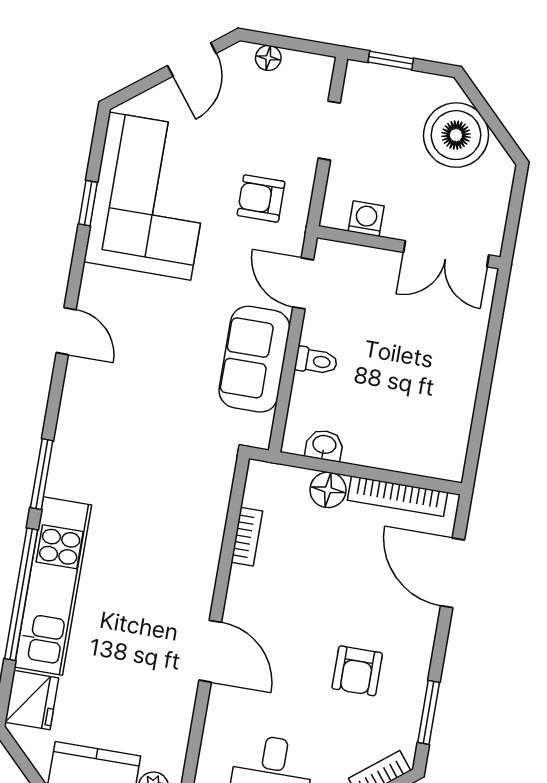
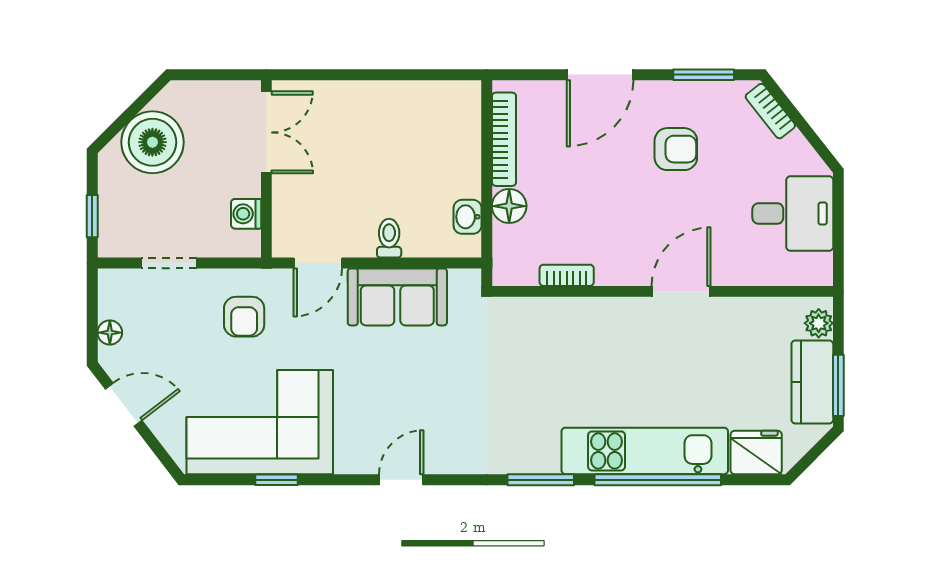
door: (452, 573) -> (600, 75), moved

